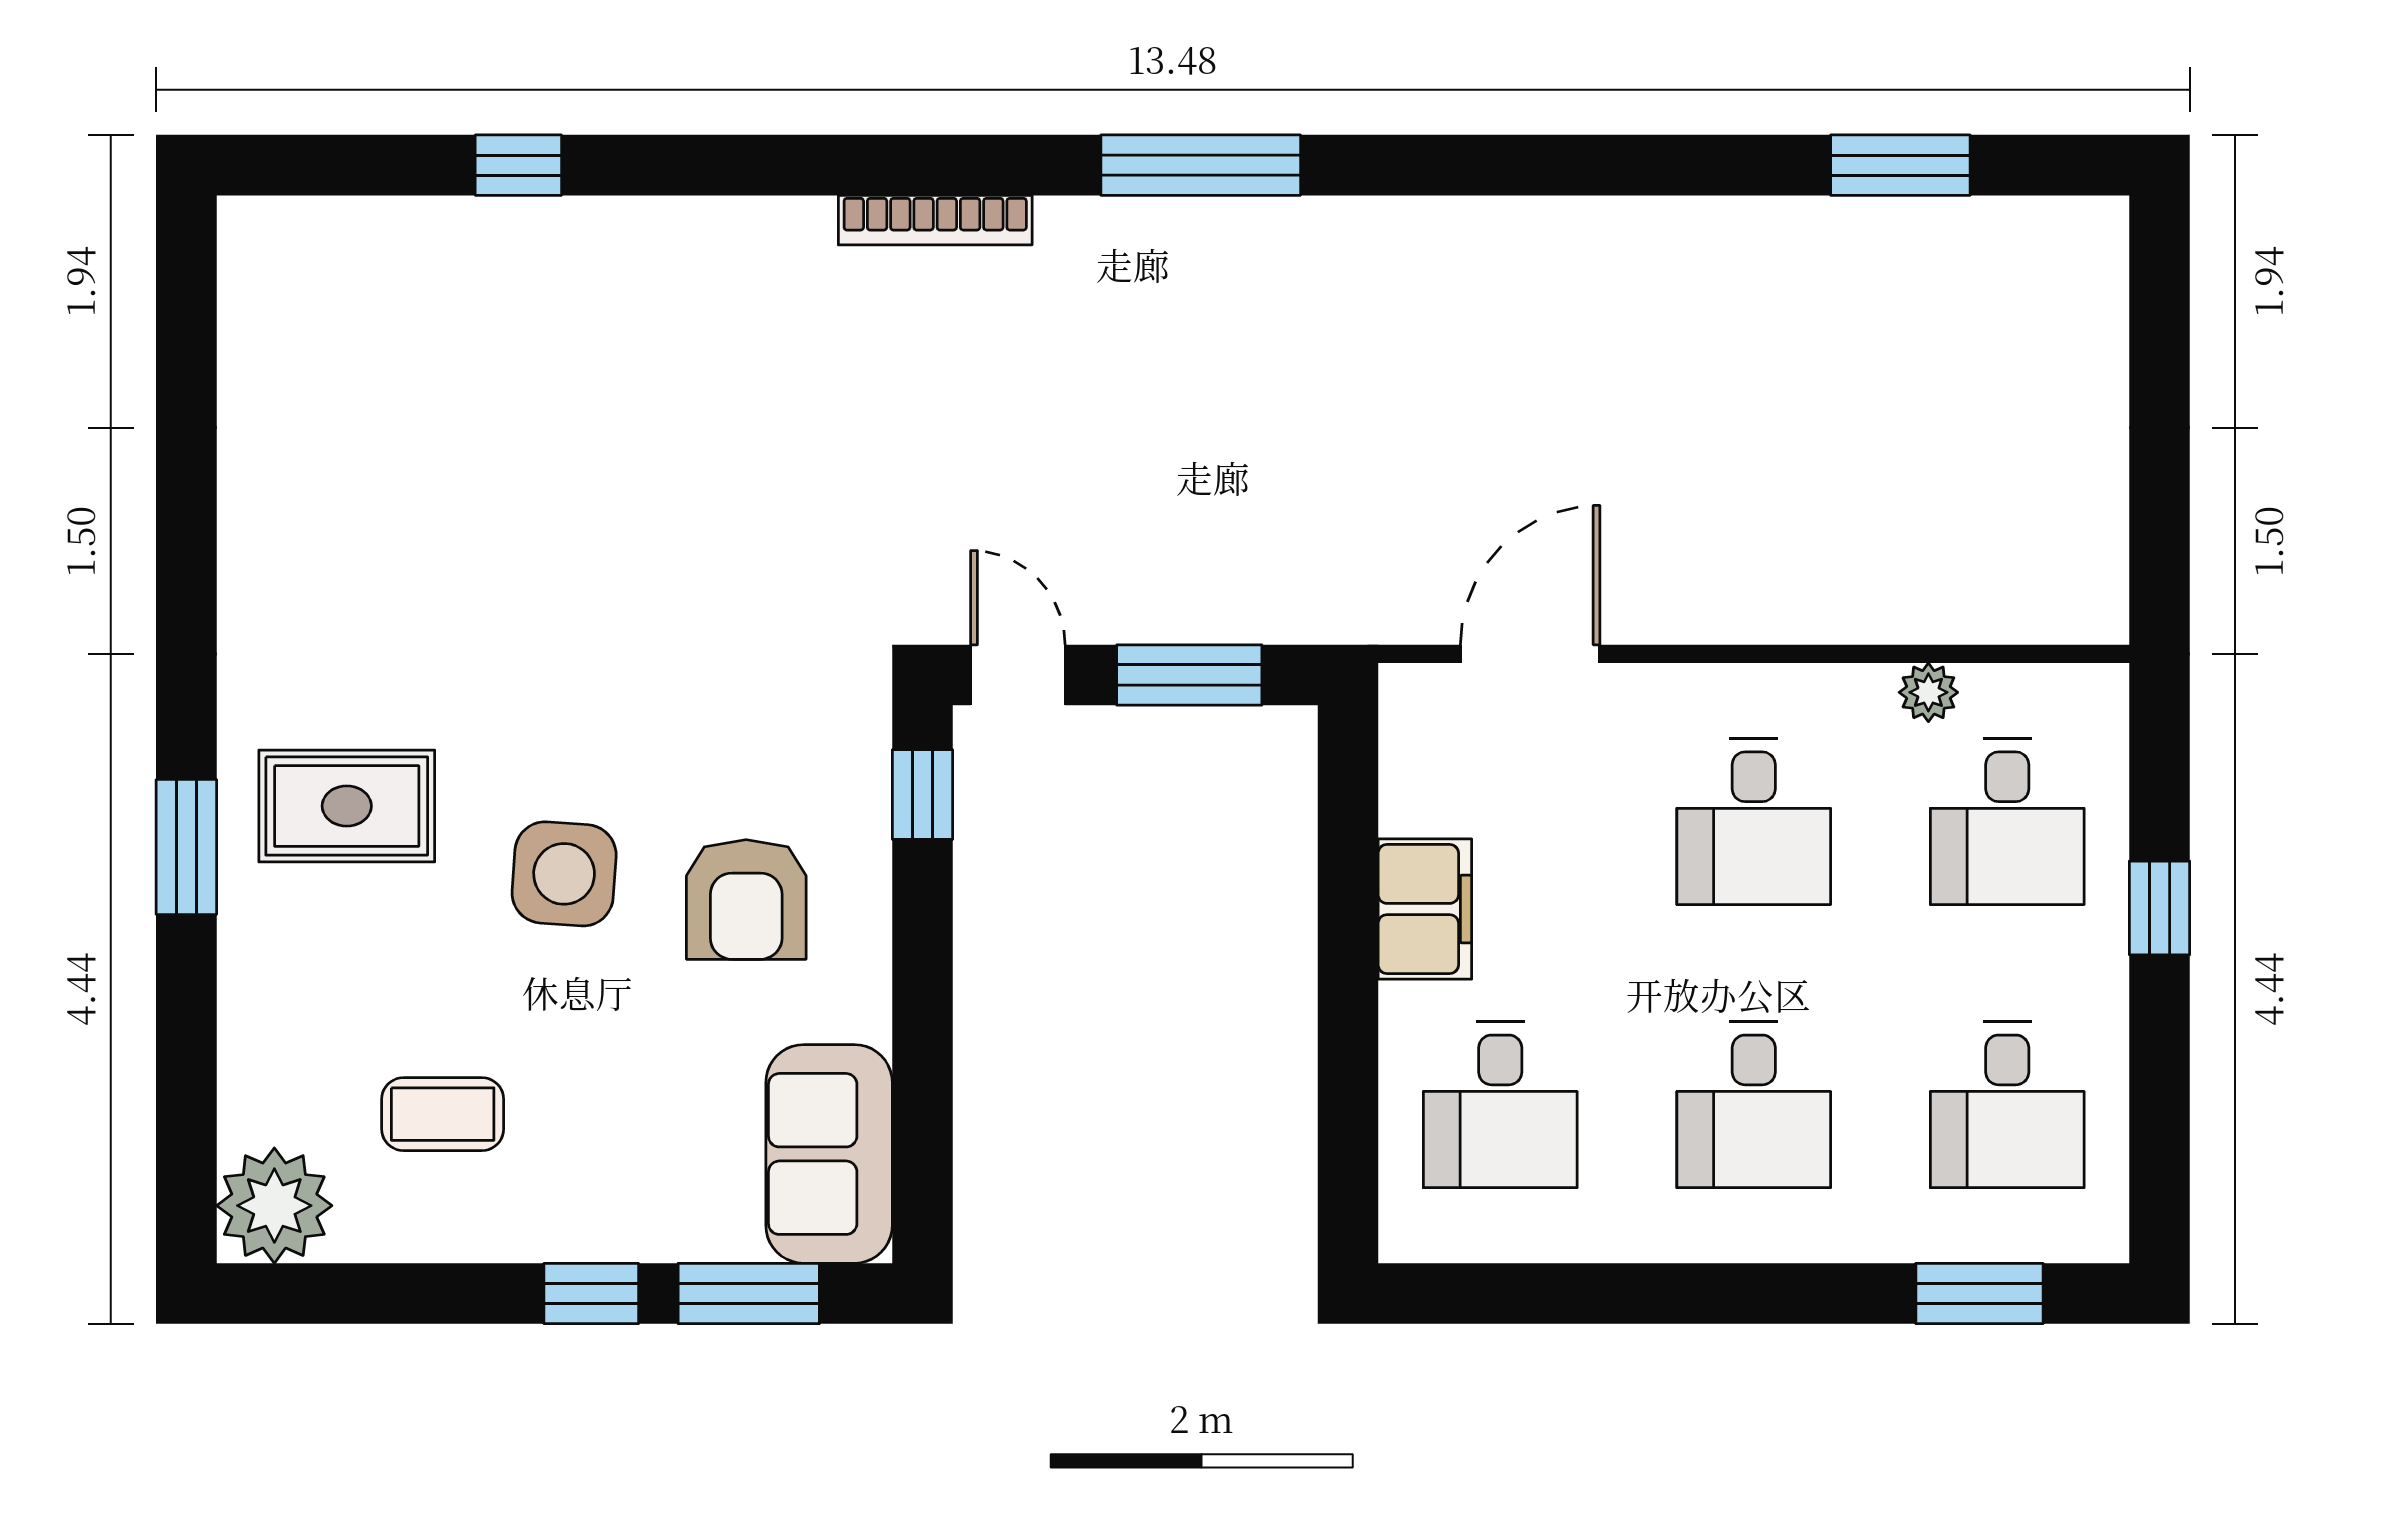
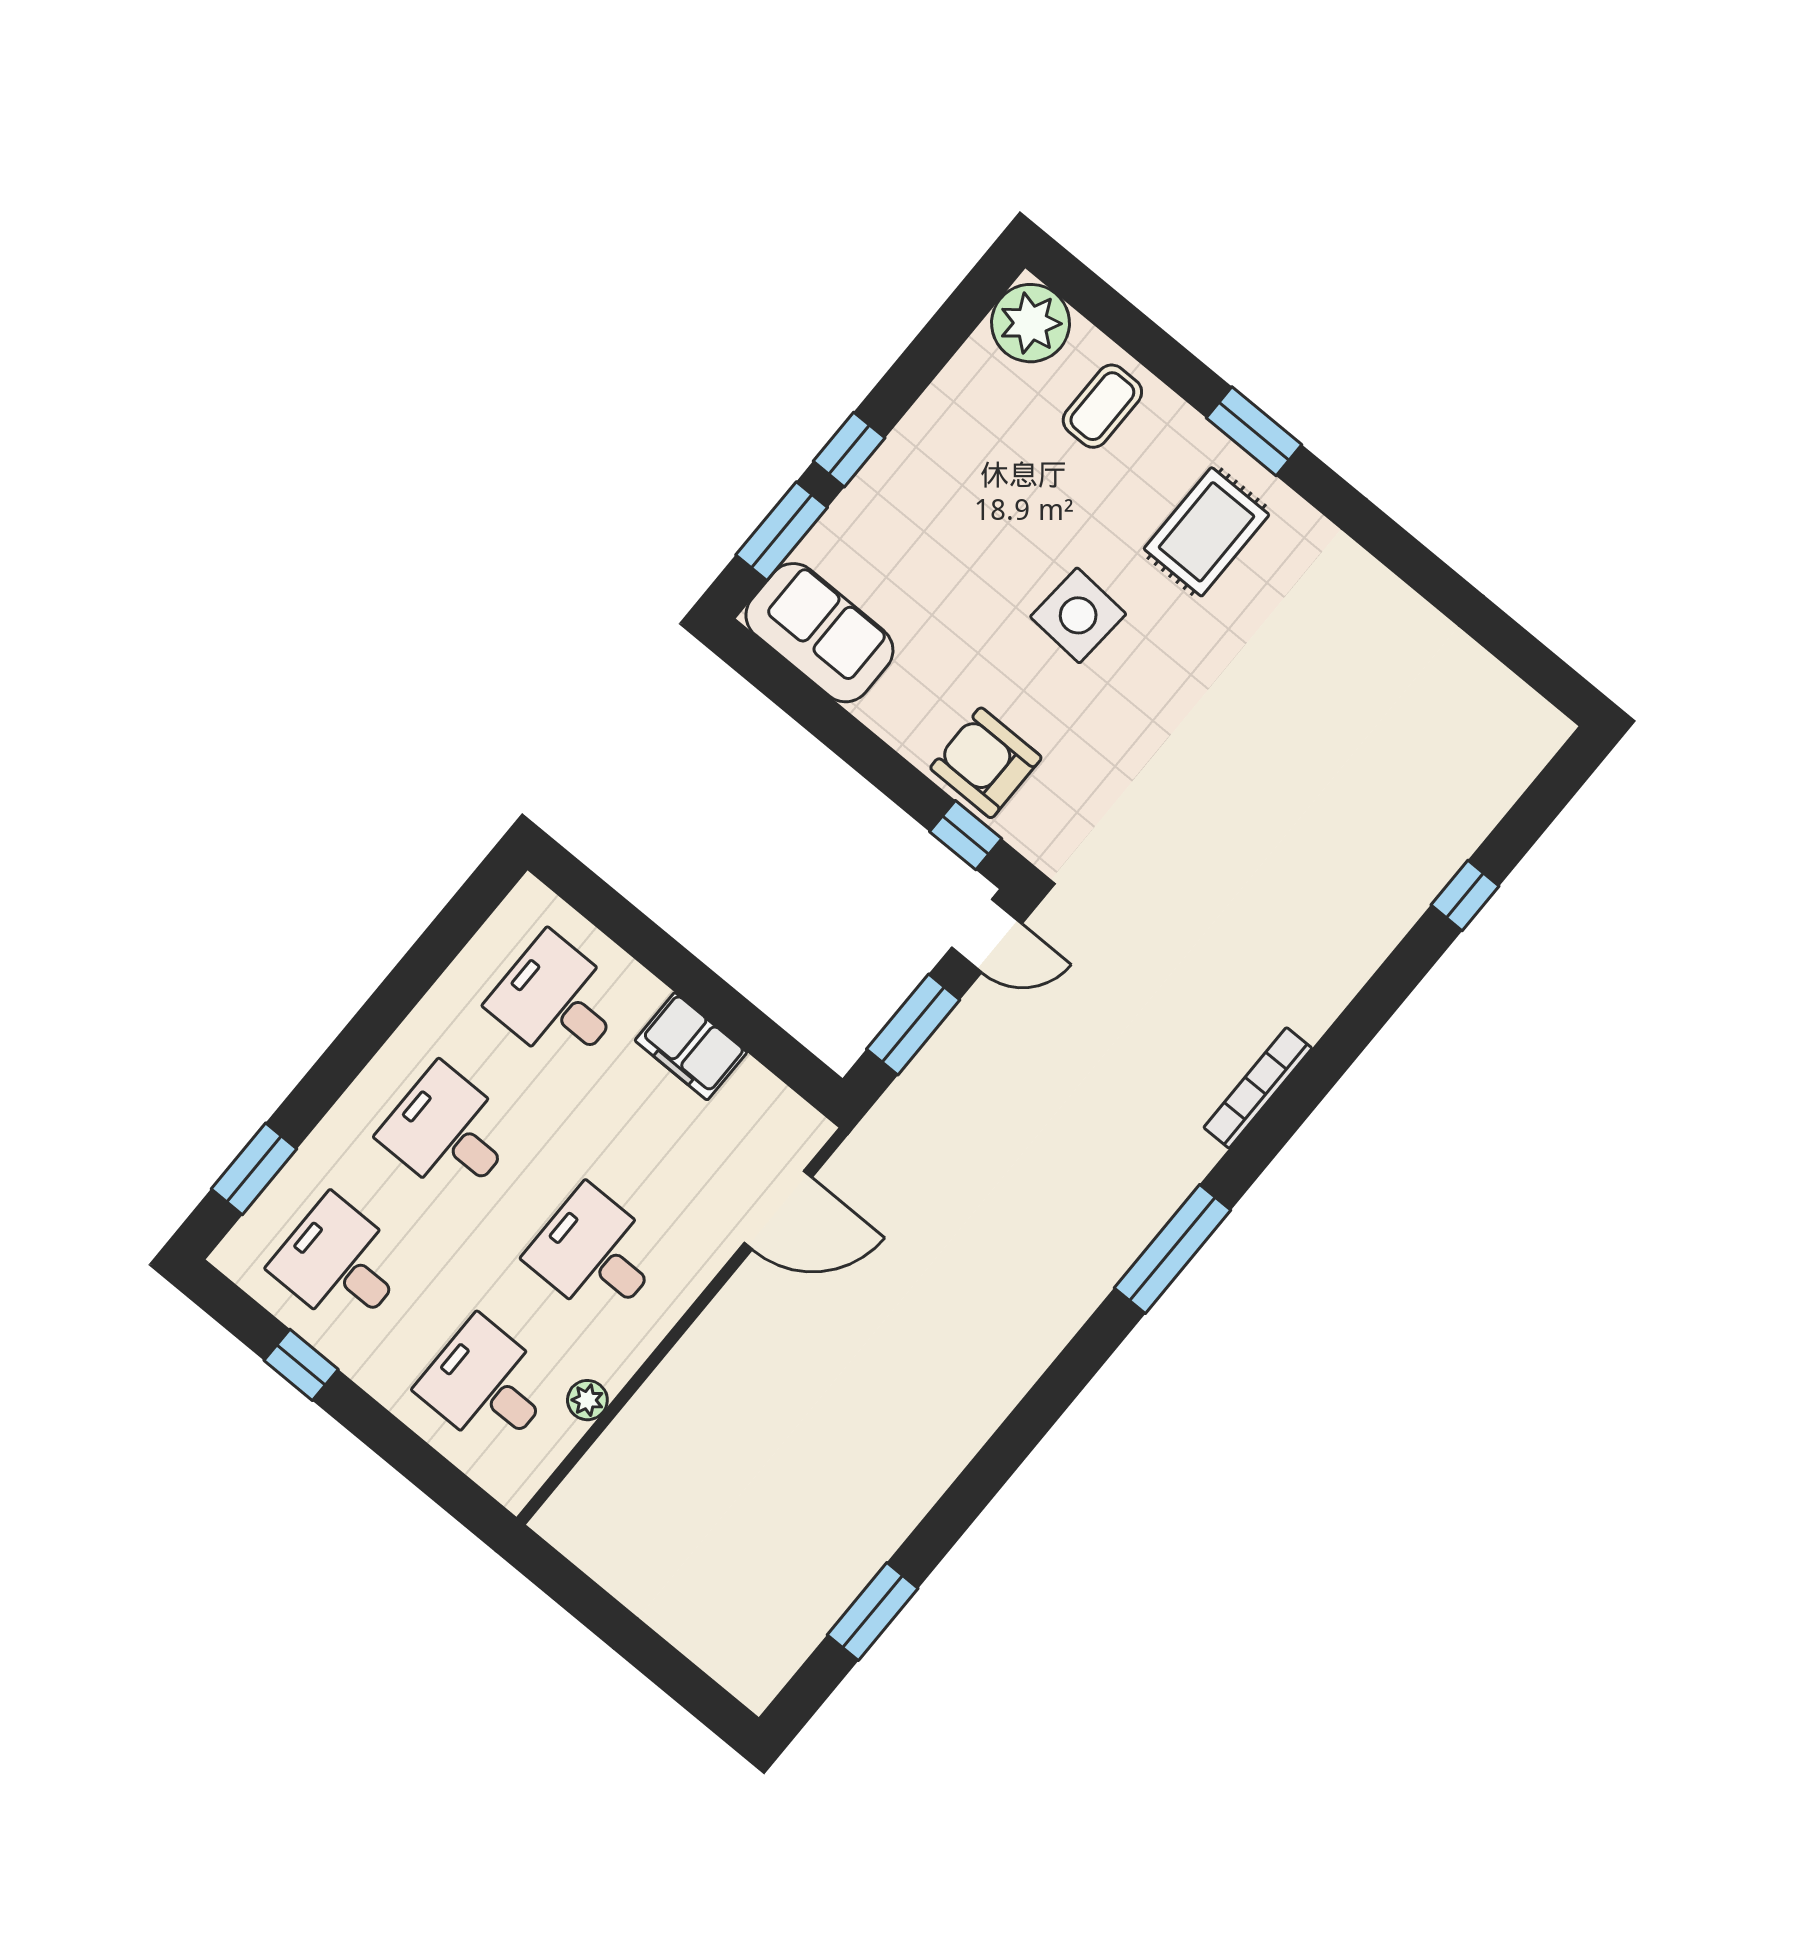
door: (1530, 654) -> (778, 1210), hinge flipped
armchair: (746, 899) -> (986, 763), moved
window: (2160, 908) -> (301, 1365), moved
coffee table: (443, 1114) -> (1102, 406), moved

